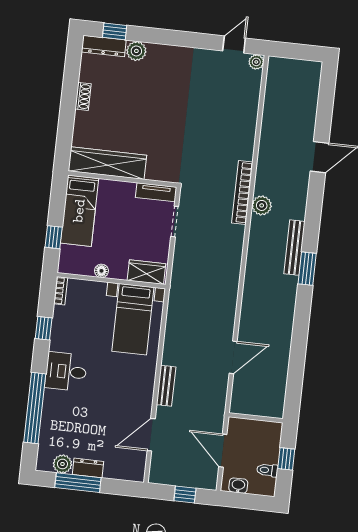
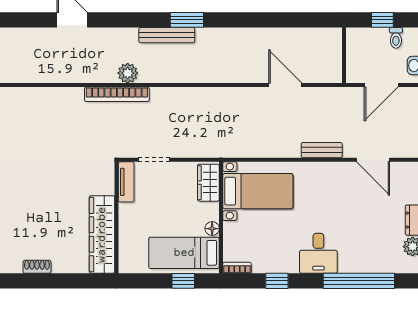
bed: (79, 211) -> (184, 253), moved, turned 180

